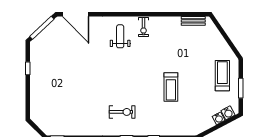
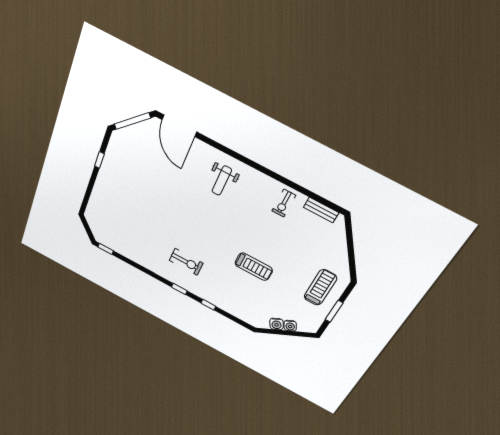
exercise bike: (144, 27) -> (284, 203), moved
weight bench: (120, 36) -> (222, 181), turned 180
treadmill: (171, 87) -> (254, 267), turned -90
water cooler: (228, 113) -> (276, 324), moved

